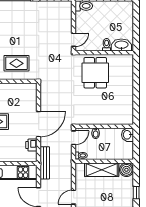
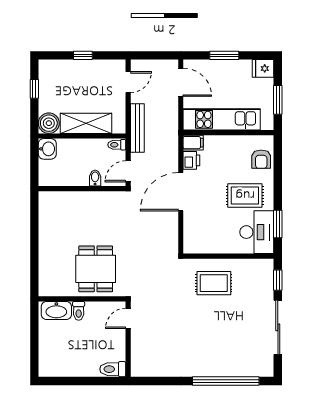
washbasin: (127, 135) -> (47, 149), moved
filing cabinet: (30, 157) -> (193, 143), added
bench: (45, 163) -> (137, 128), moved

